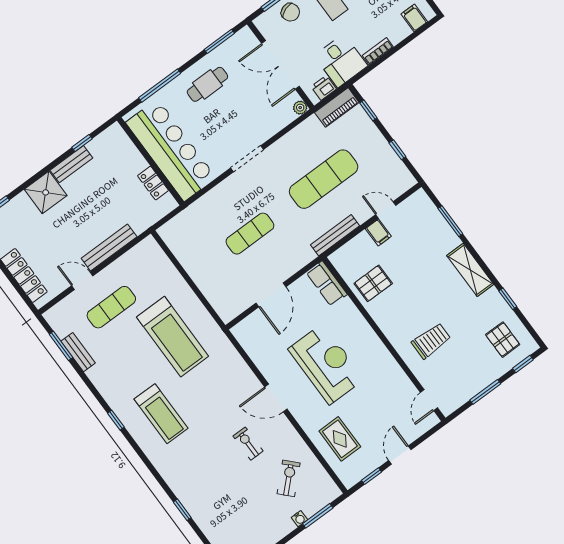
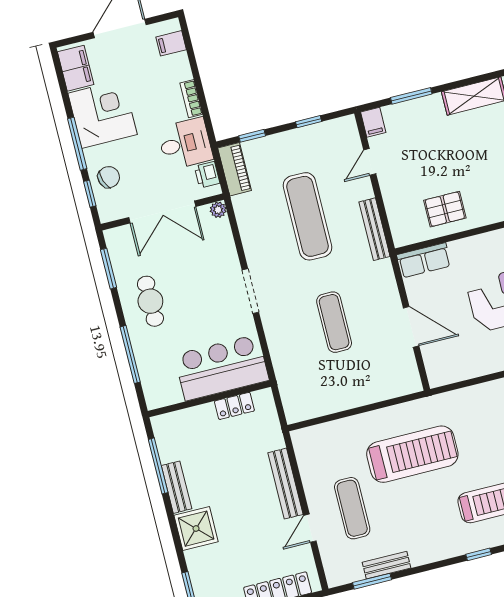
window: (82, 143) -> (158, 466), width x2.17
bar counter: (171, 150) -> (222, 368), width x0.73
filing cabinet: (378, 232) -> (373, 122), moved, turned 90
pallet: (373, 283) -> (445, 209), turned 90

